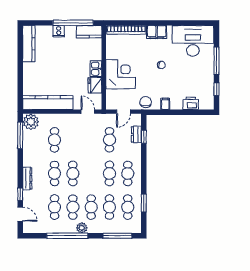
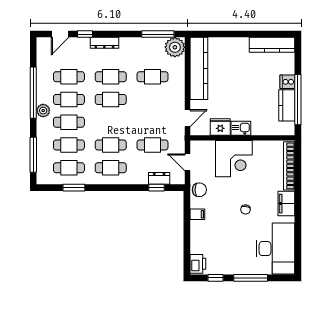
kitchen counter: (89, 32) -> (287, 105), moved
printer: (191, 103) -> (198, 264), moved

